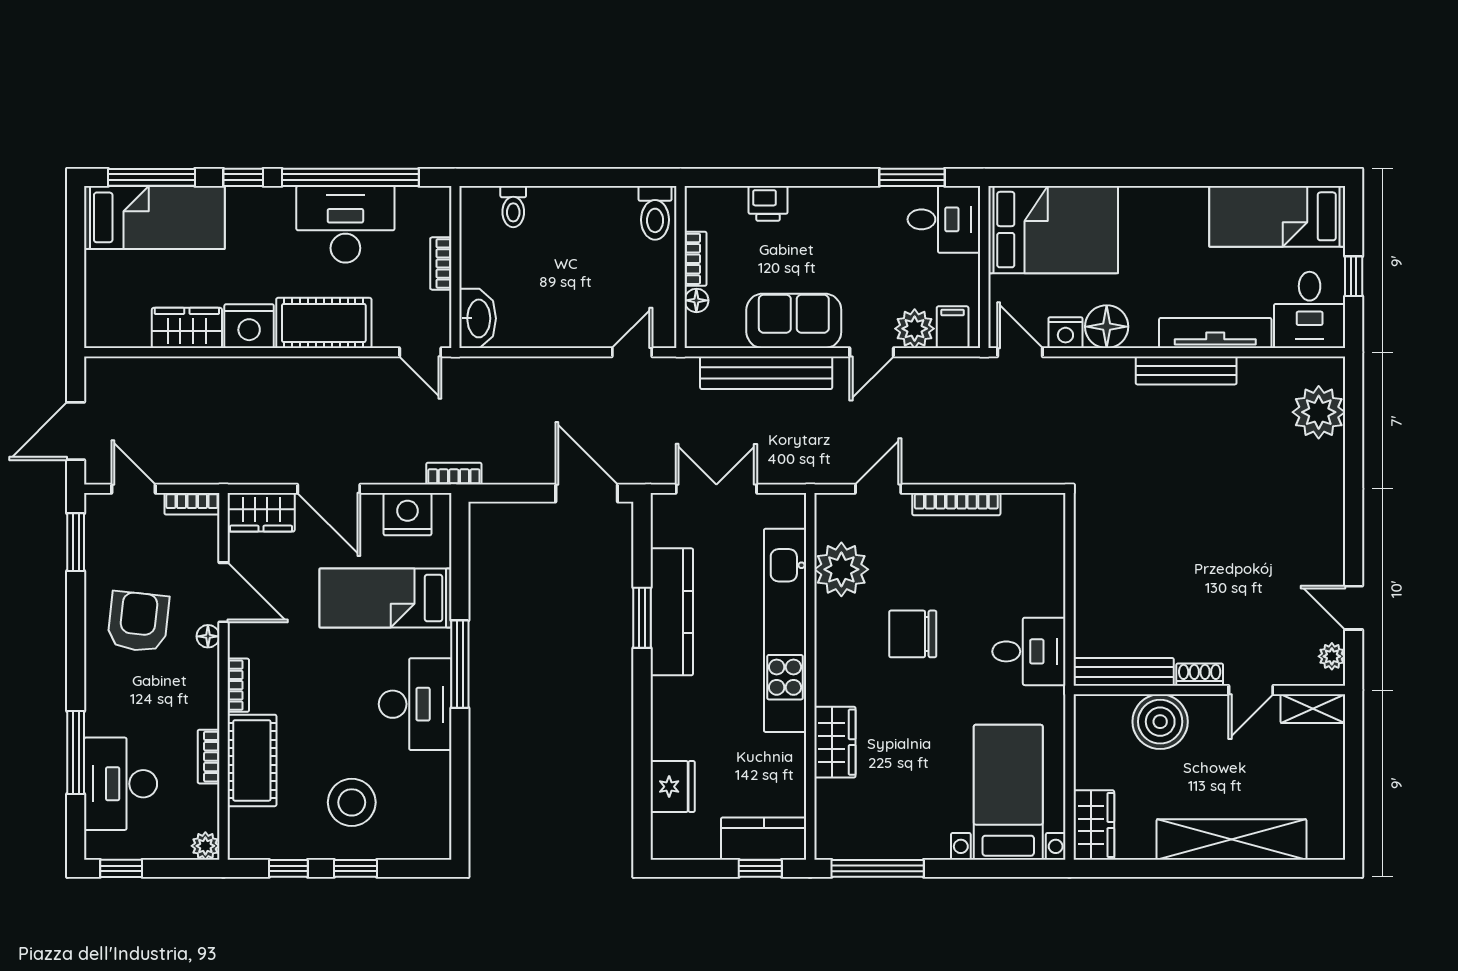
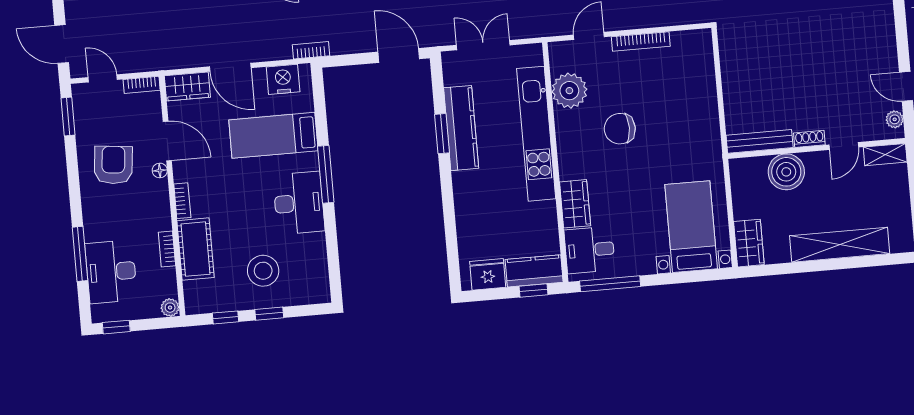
door: (76, 431) -> (62, 44), hinge flipped
desk: (1029, 651) -> (590, 250), moved, turned 180
fridge: (673, 787) -> (488, 274), moved, turned -90

